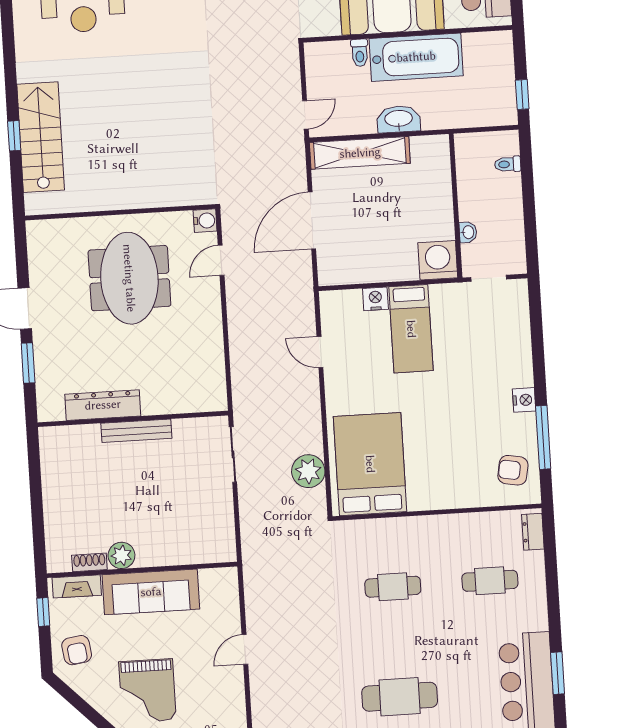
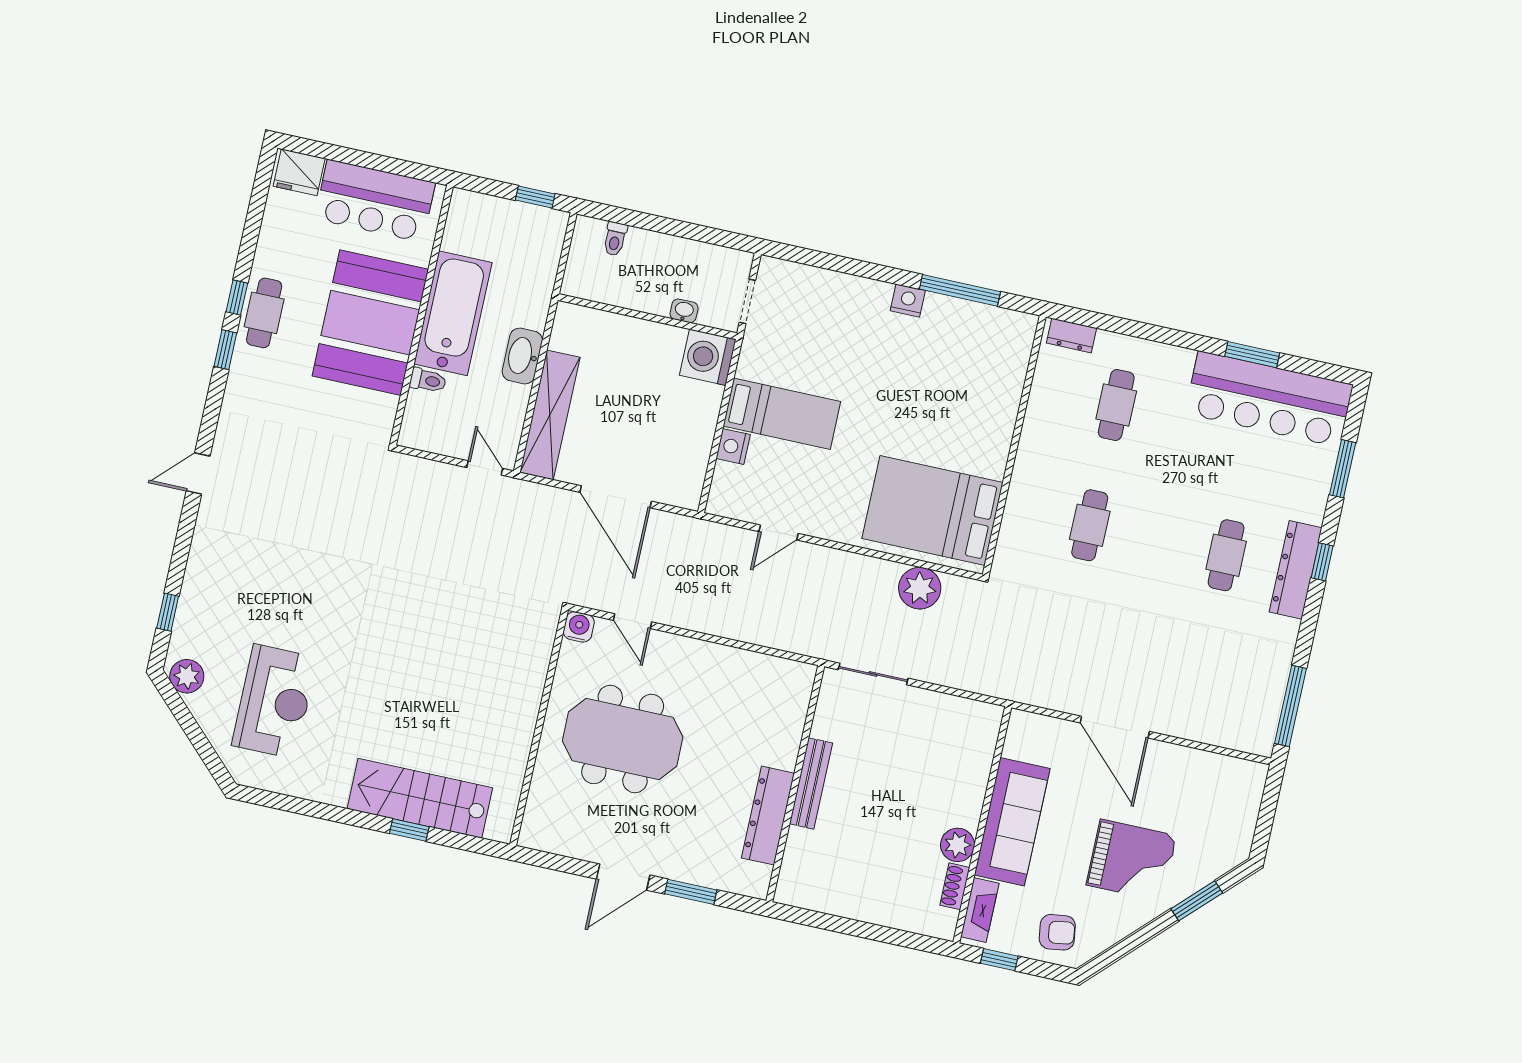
armchair: (513, 470) -> (990, 339), removed
door: (245, 649) -> (1115, 727), width x1.88
cafe table: (400, 697) -> (1226, 555), width x0.73, depth x0.74

